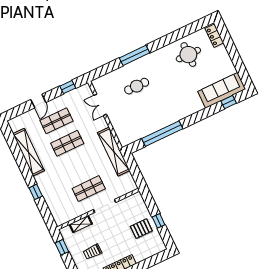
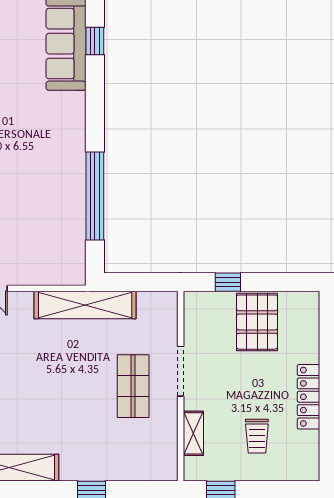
shop shelf: (67, 143) -> (27, 386), removed
window: (159, 221) -> (228, 282), moved
pallet: (141, 229) -> (257, 322), width x1.50, depth x1.42

